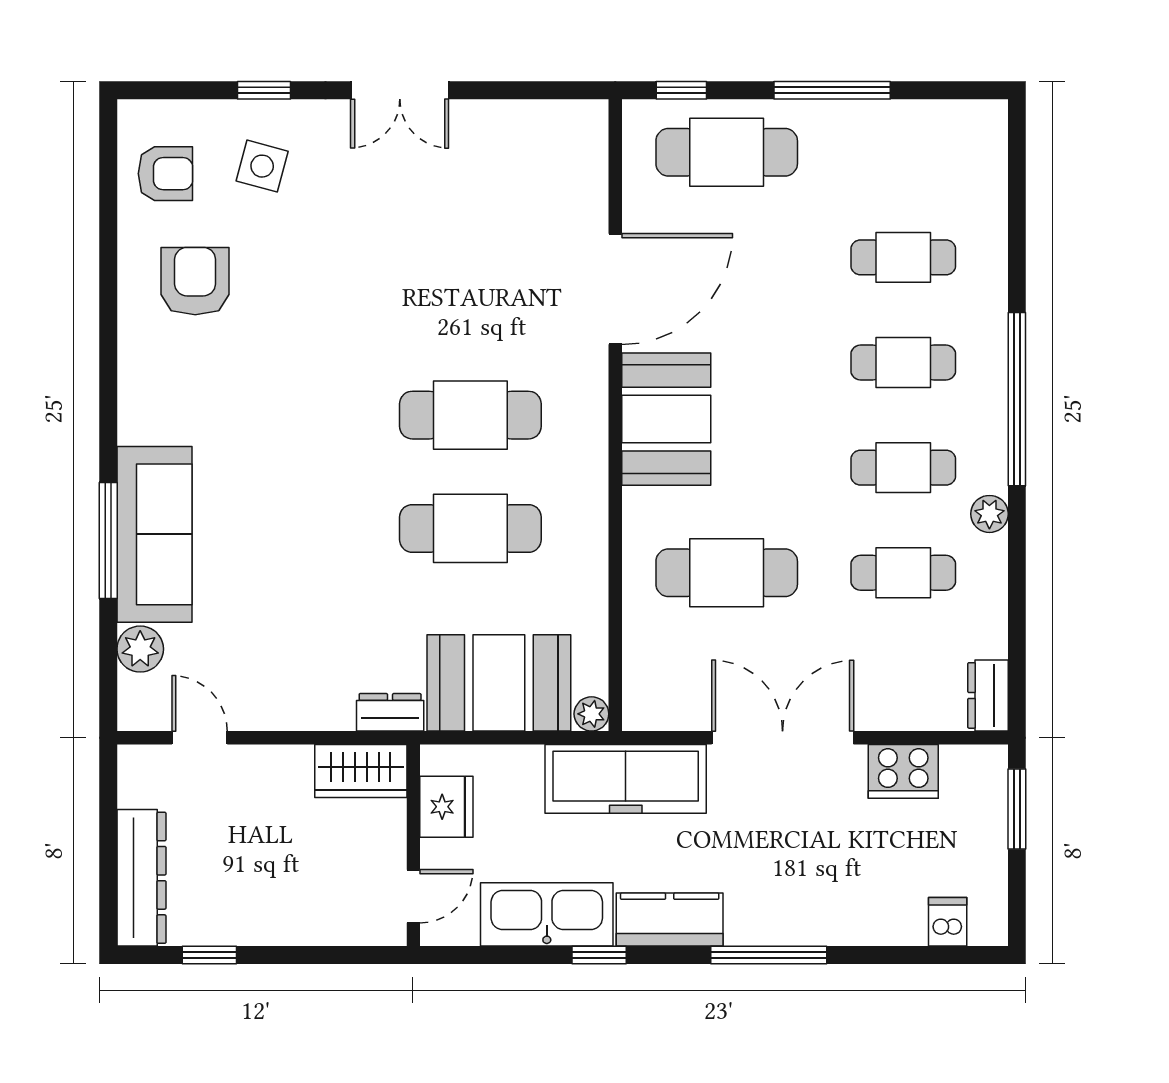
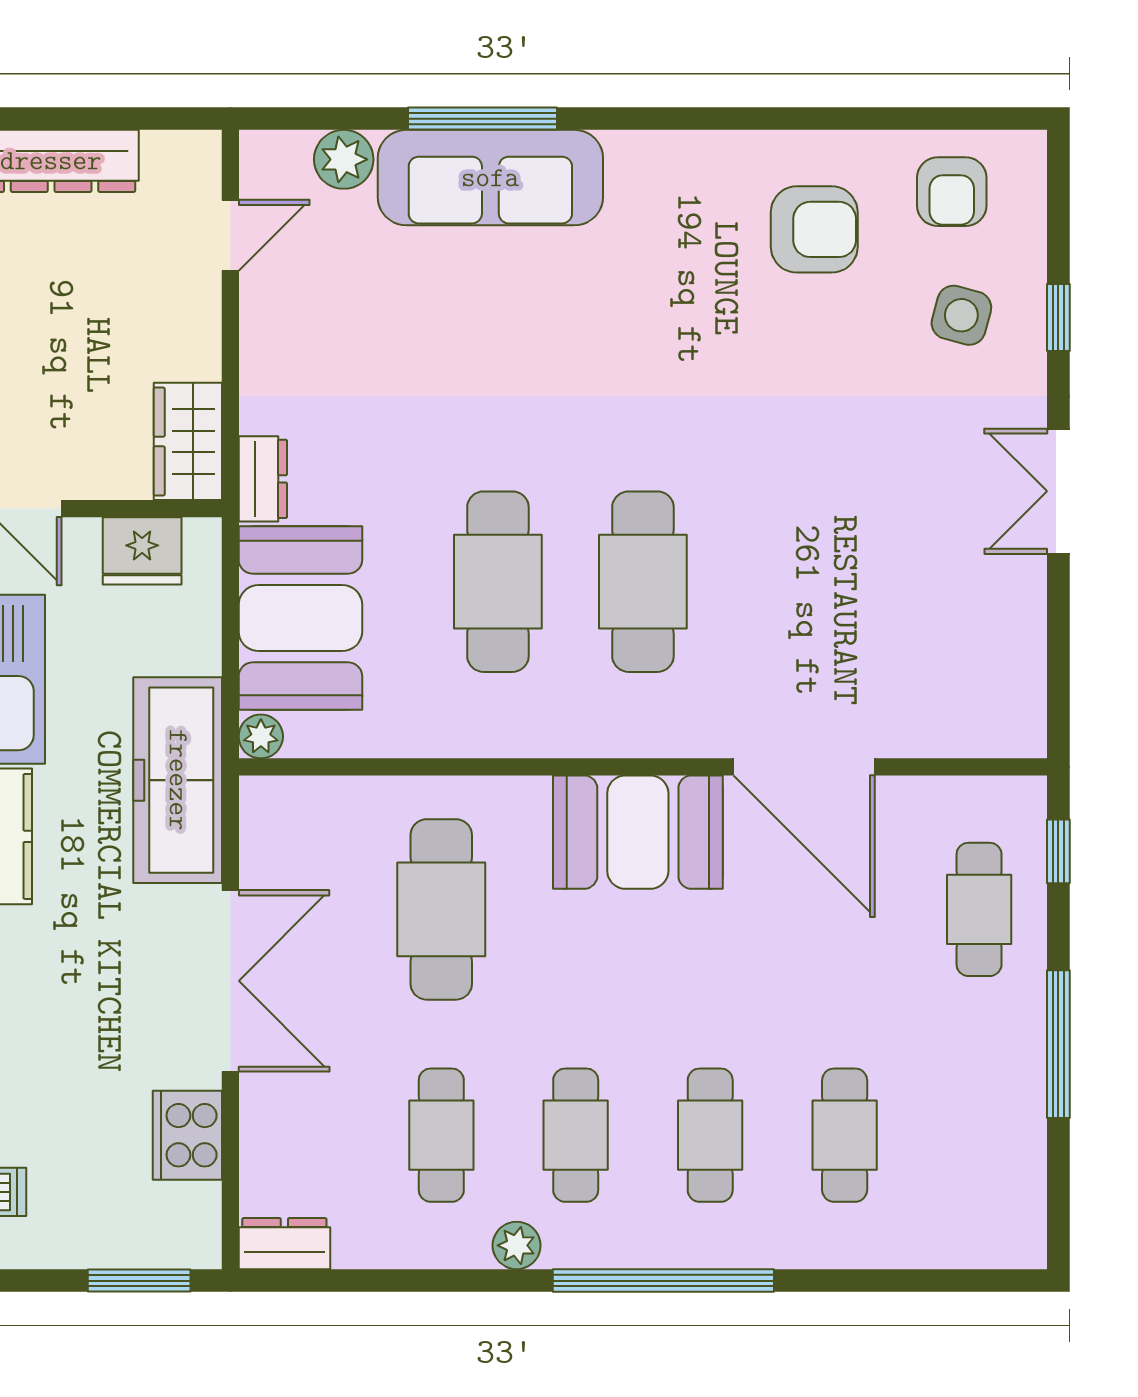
cafe table: (727, 152) -> (979, 909), width x0.73, depth x0.74

